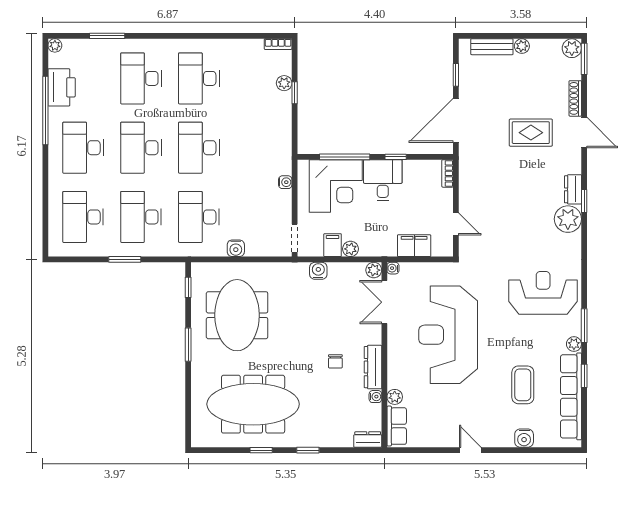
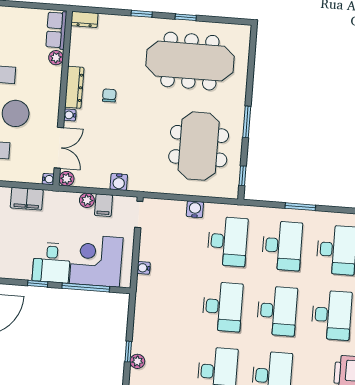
water cooler: (375, 397) -> (70, 115), moved

